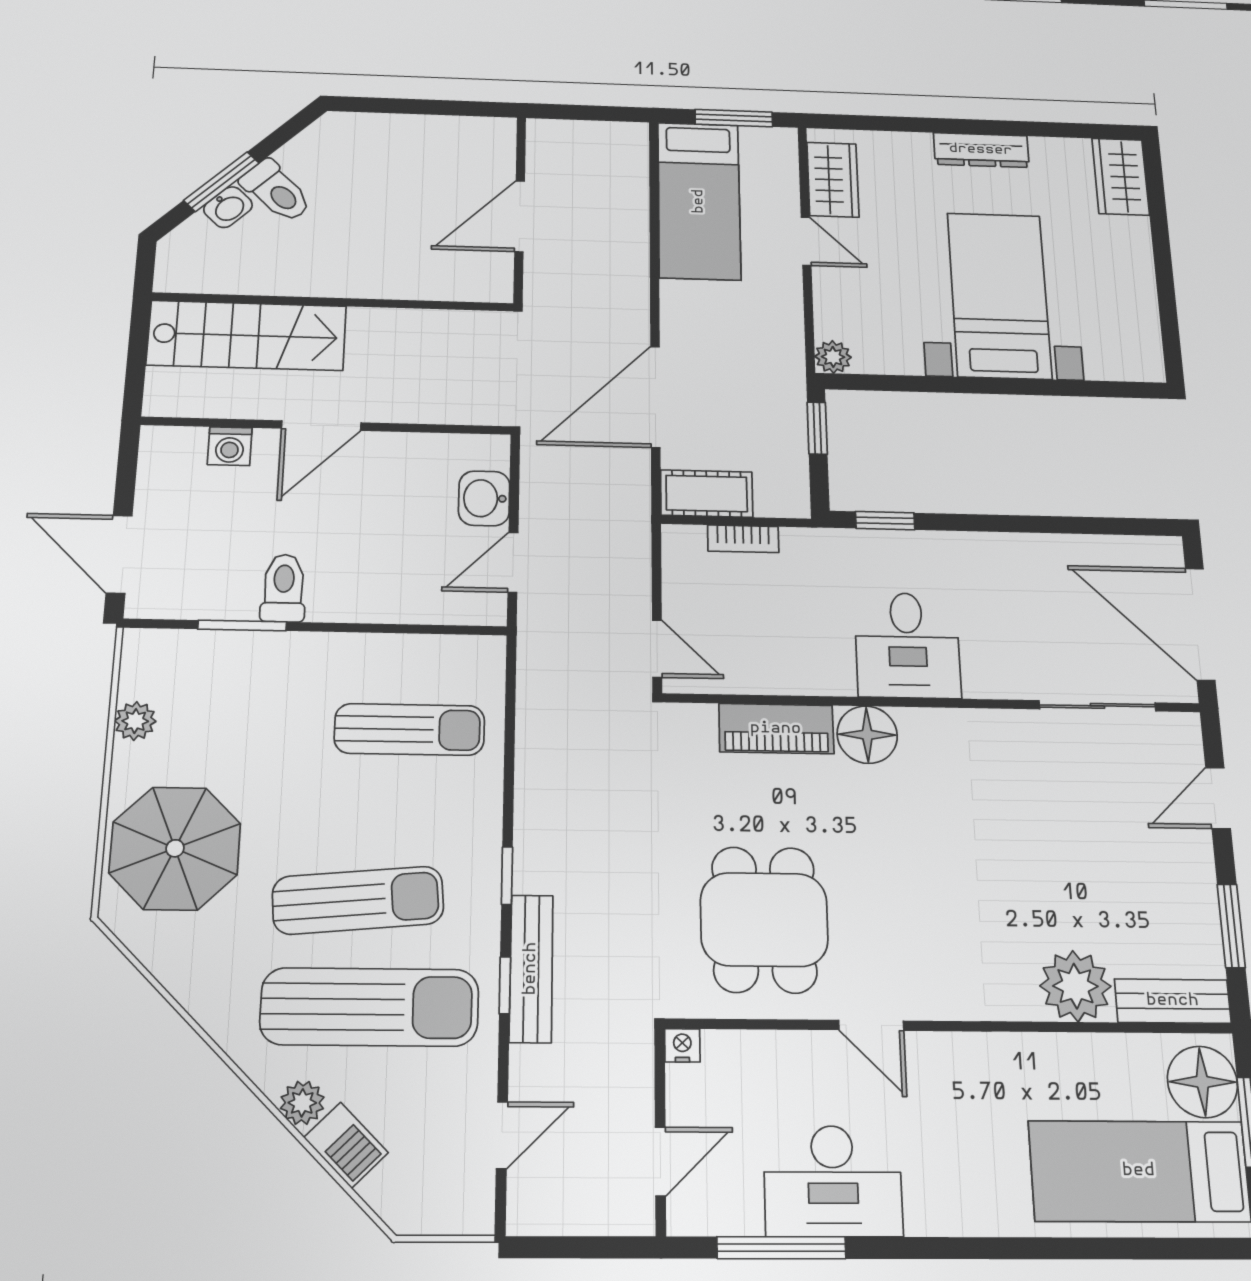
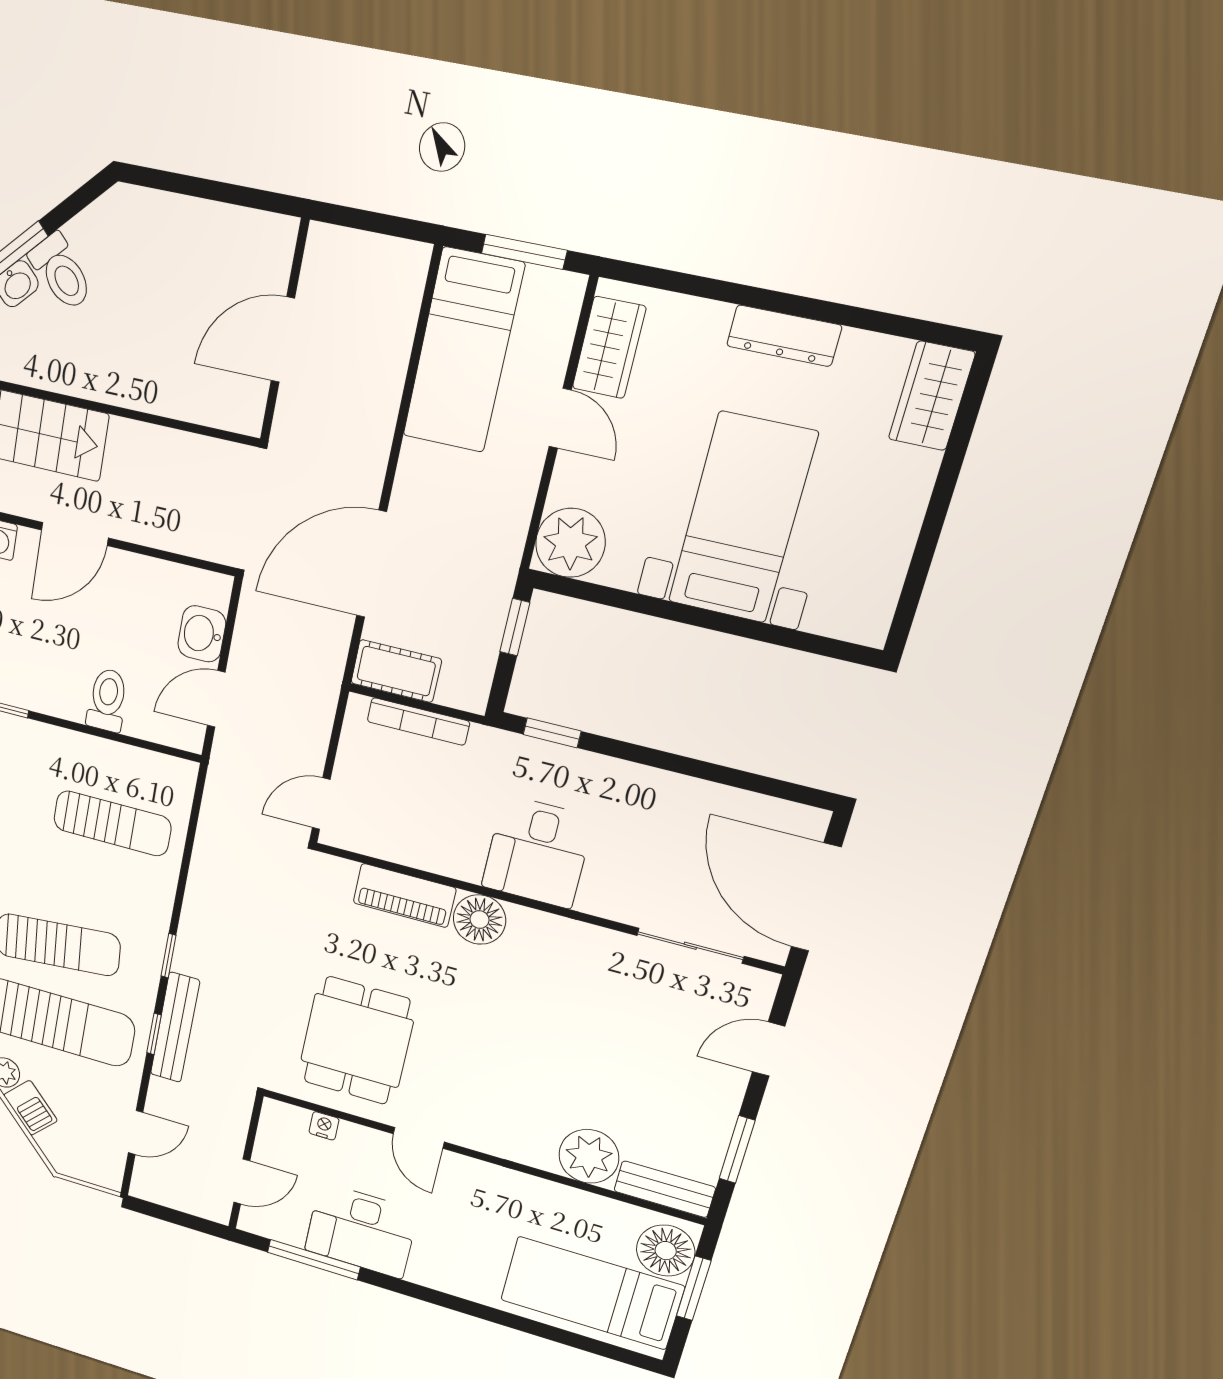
plant: (833, 357) -> (570, 543), width x1.87, depth x1.87
bookcase: (743, 539) -> (418, 721), width x1.56
toilet: (284, 588) -> (107, 700), moved
door: (657, 649) -> (321, 804), swing flipped
nightstand: (682, 1045) -> (324, 1126), moved

